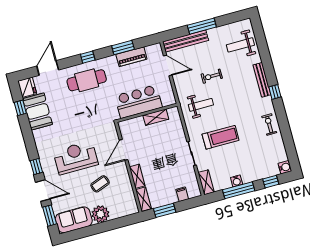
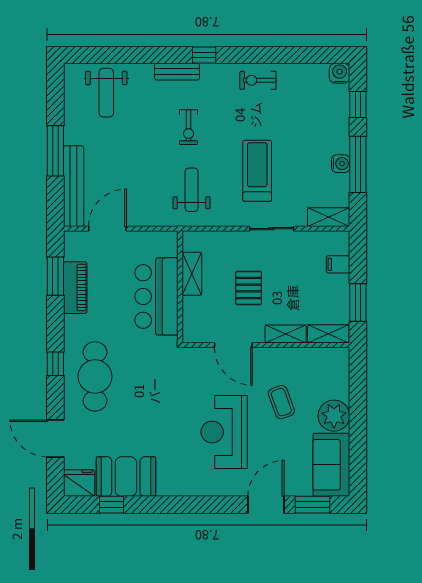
window: (123, 48) -> (55, 276), moved
exercise bike: (212, 76) -> (189, 127), moved
bench: (262, 80) -> (177, 72), width x0.73
pallet: (156, 150) -> (248, 288), added
window: (36, 167) -> (221, 505), removed

